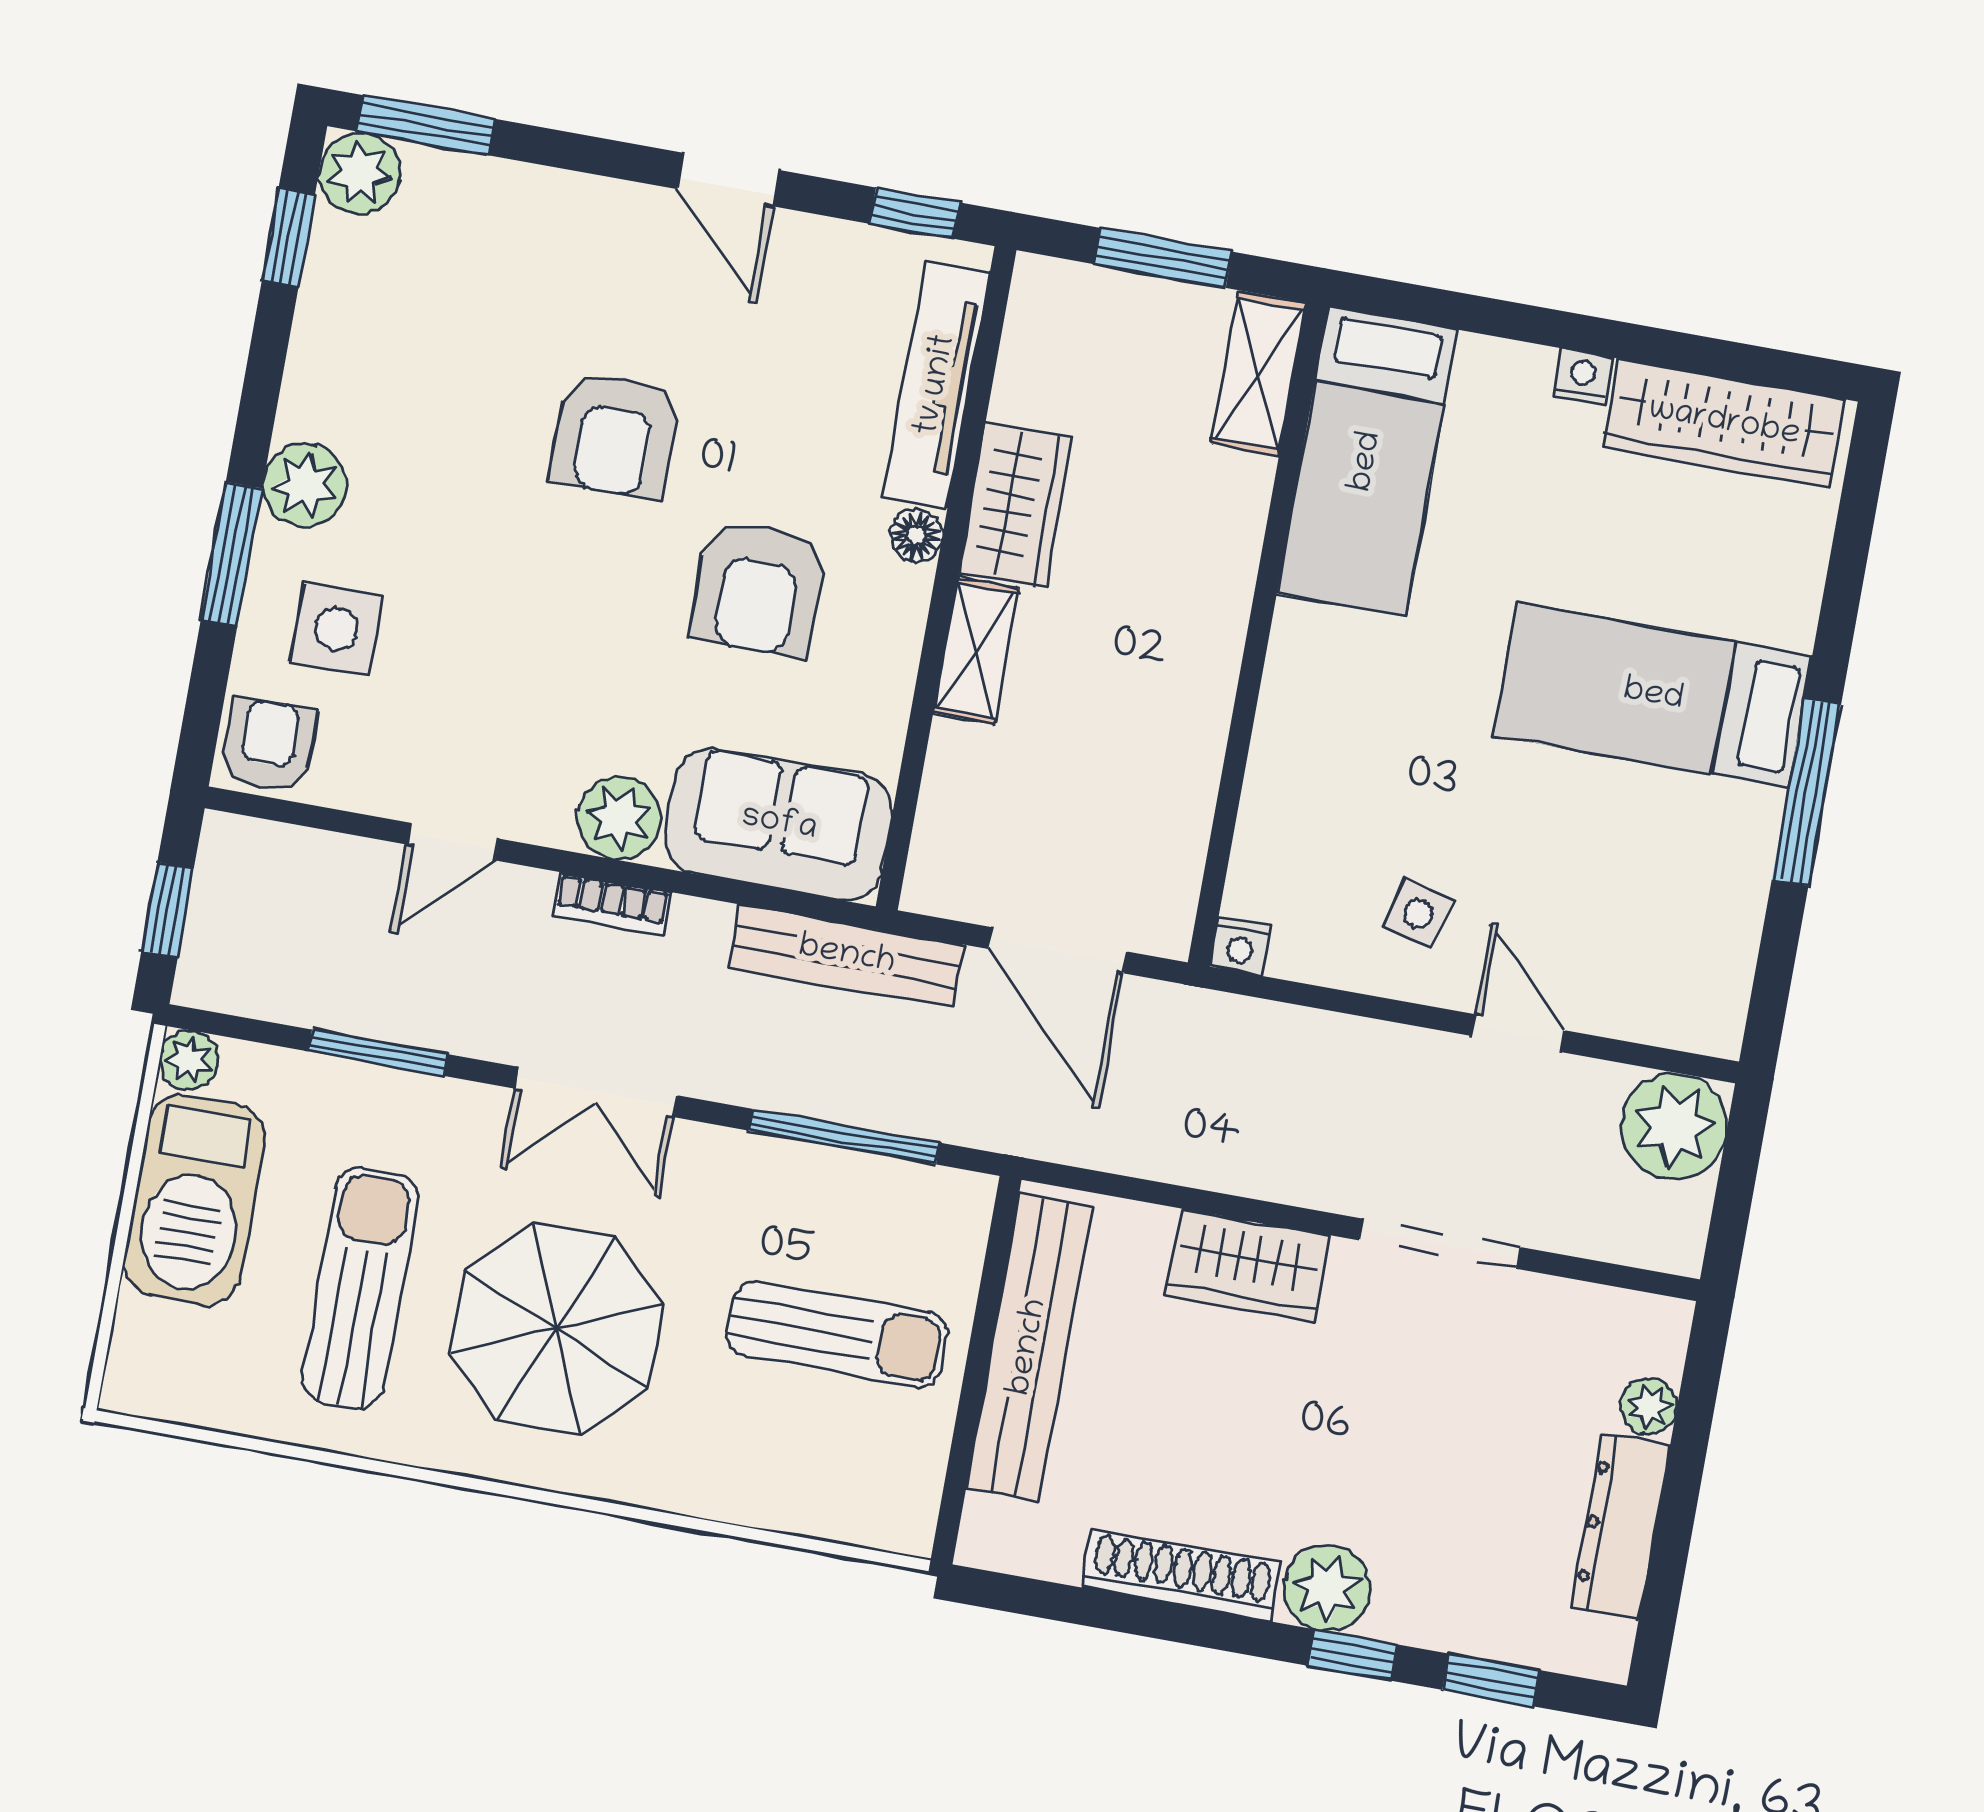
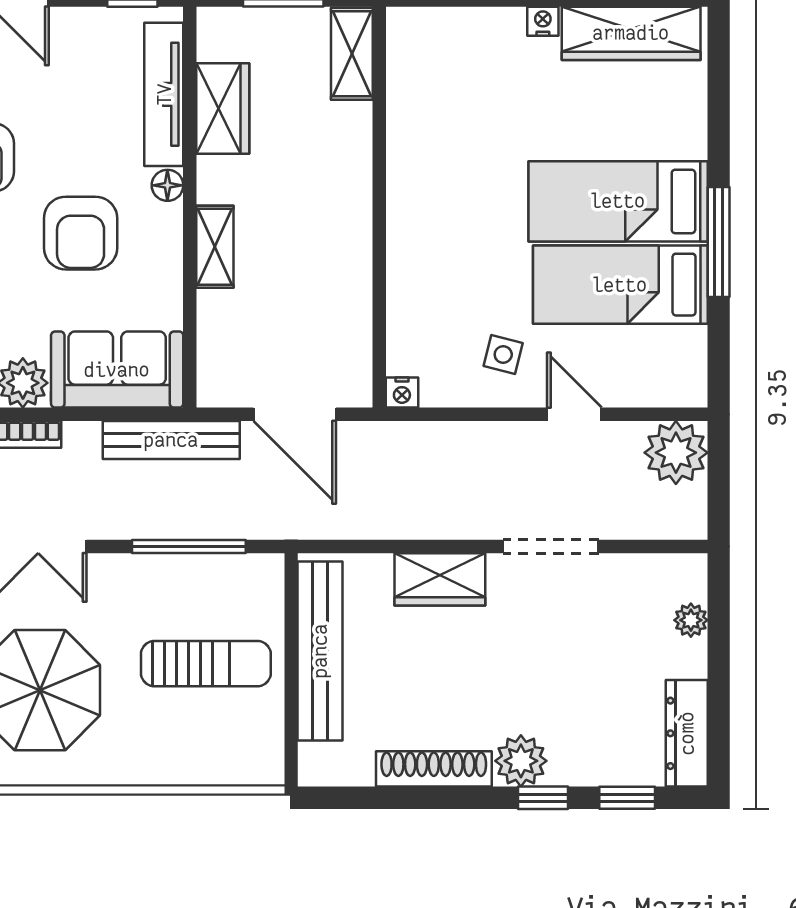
bed: (1367, 462) -> (620, 285), moved, turned 90
wardrobe: (1015, 505) -> (223, 108), moved
dresser: (1620, 1526) -> (687, 733), moved

